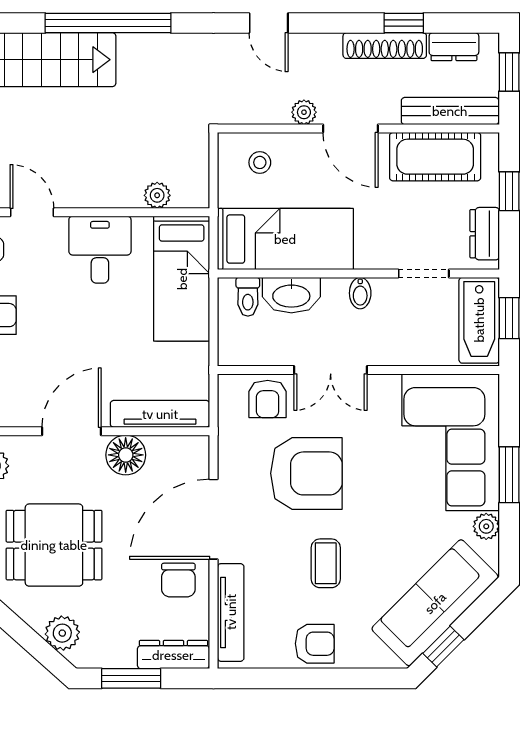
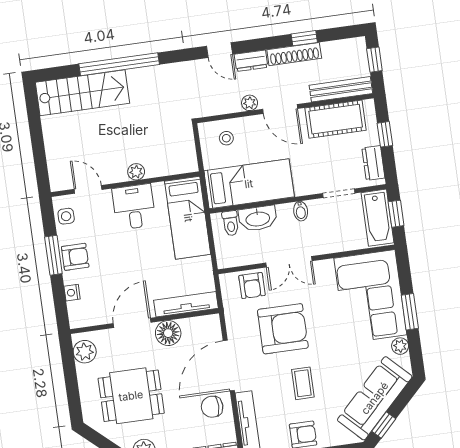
dresser: (454, 47) -> (251, 61), moved
plant: (157, 195) -> (136, 172), moved
chair: (178, 580) -> (212, 407), turned 90

